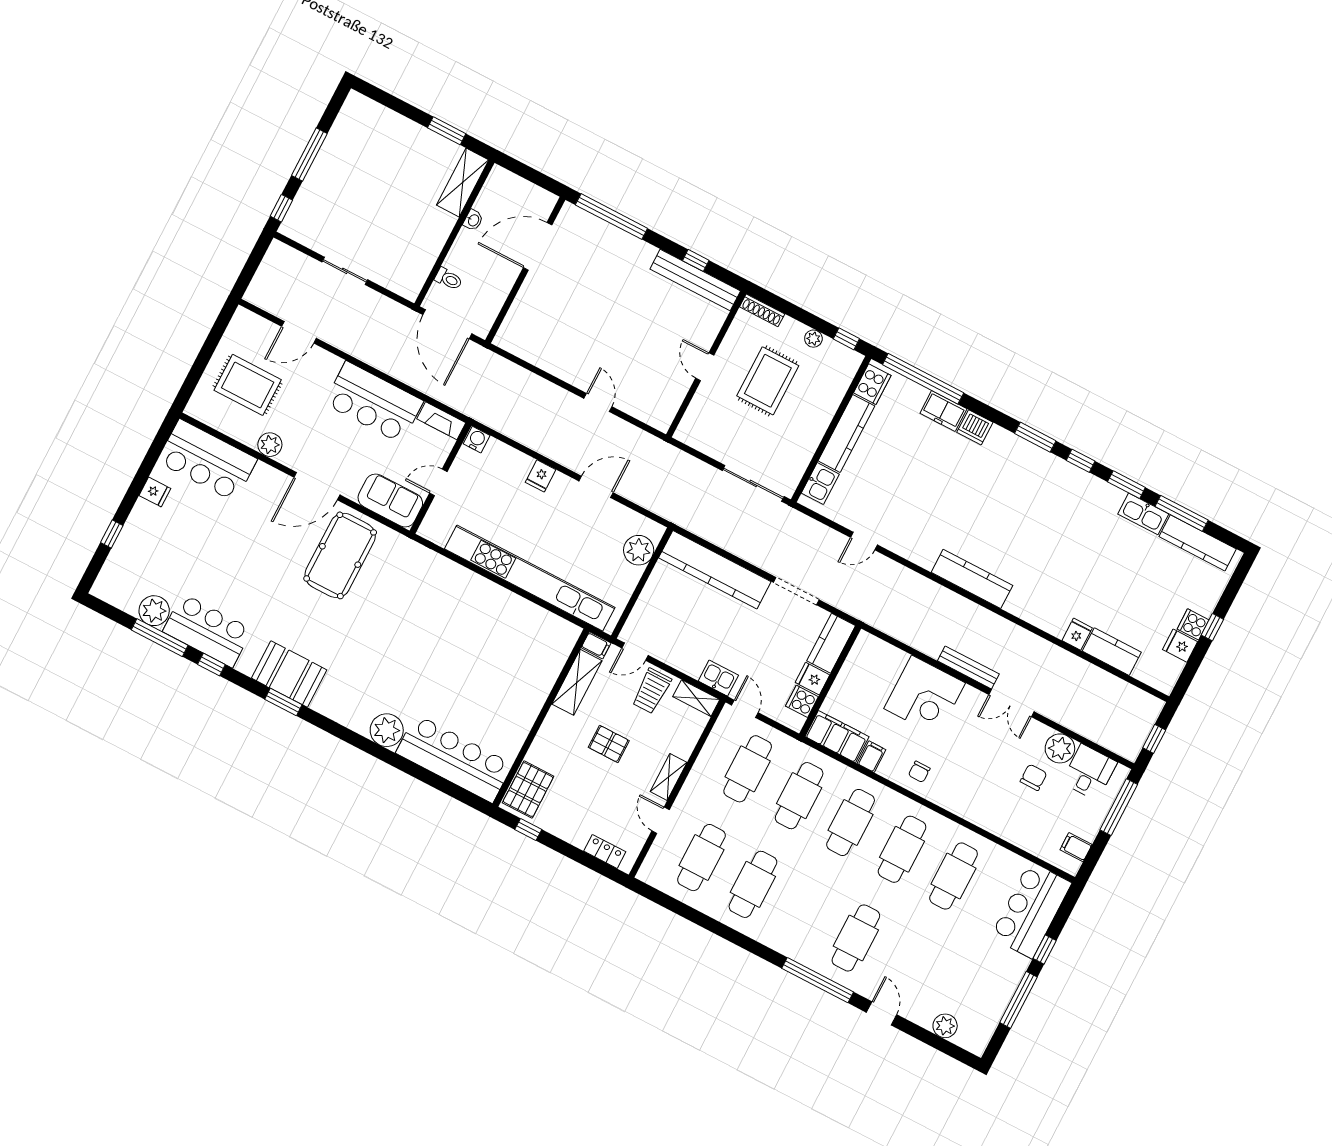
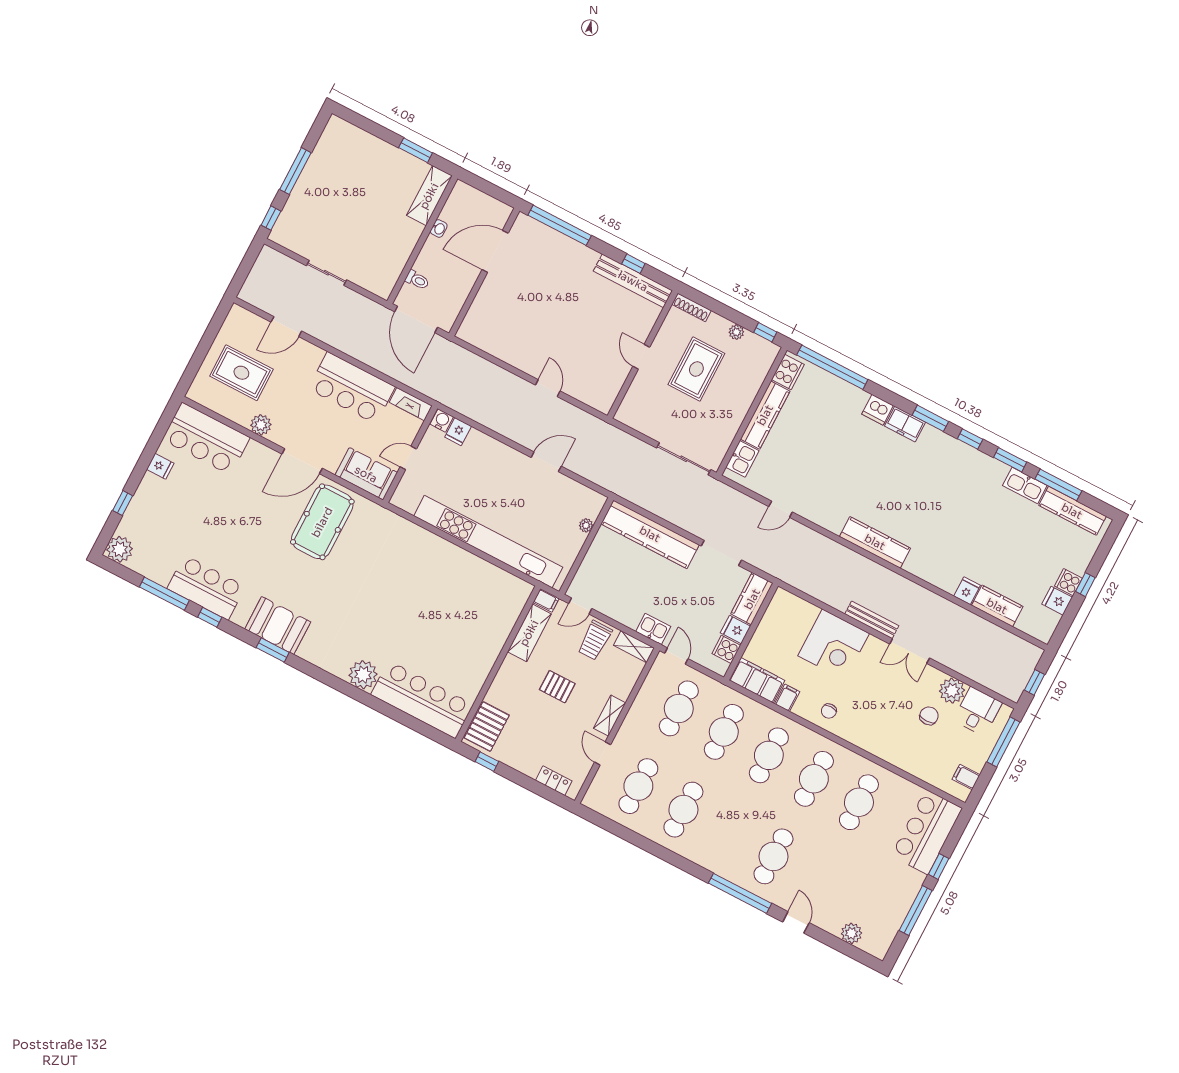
freezer: (943, 411) -> (905, 424), moved
fridge: (541, 476) -> (458, 432), moved
plant: (639, 550) -> (586, 525), width x0.53, depth x0.53
plant: (154, 611) -> (120, 549), moved

